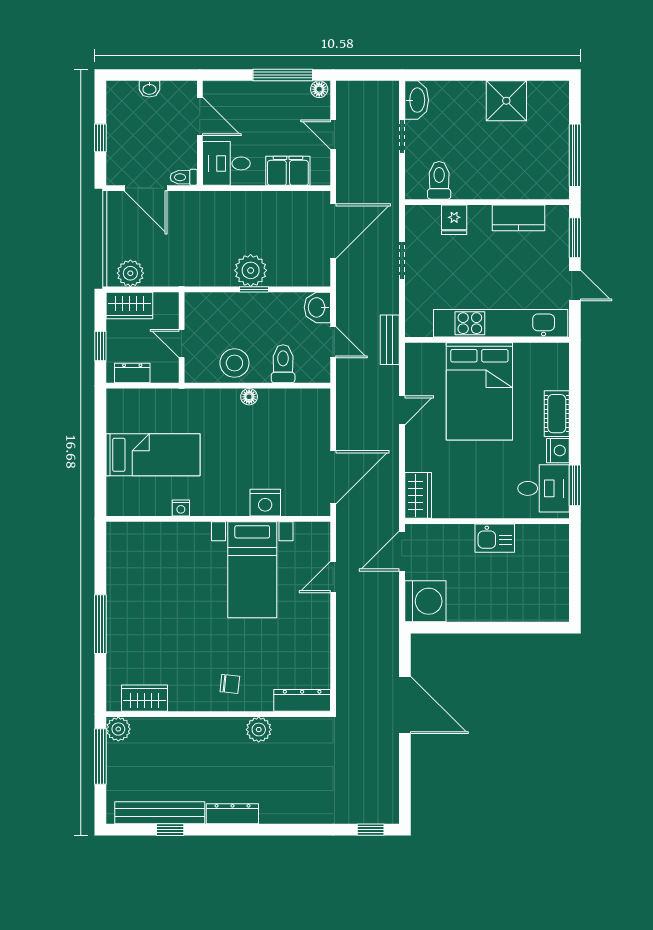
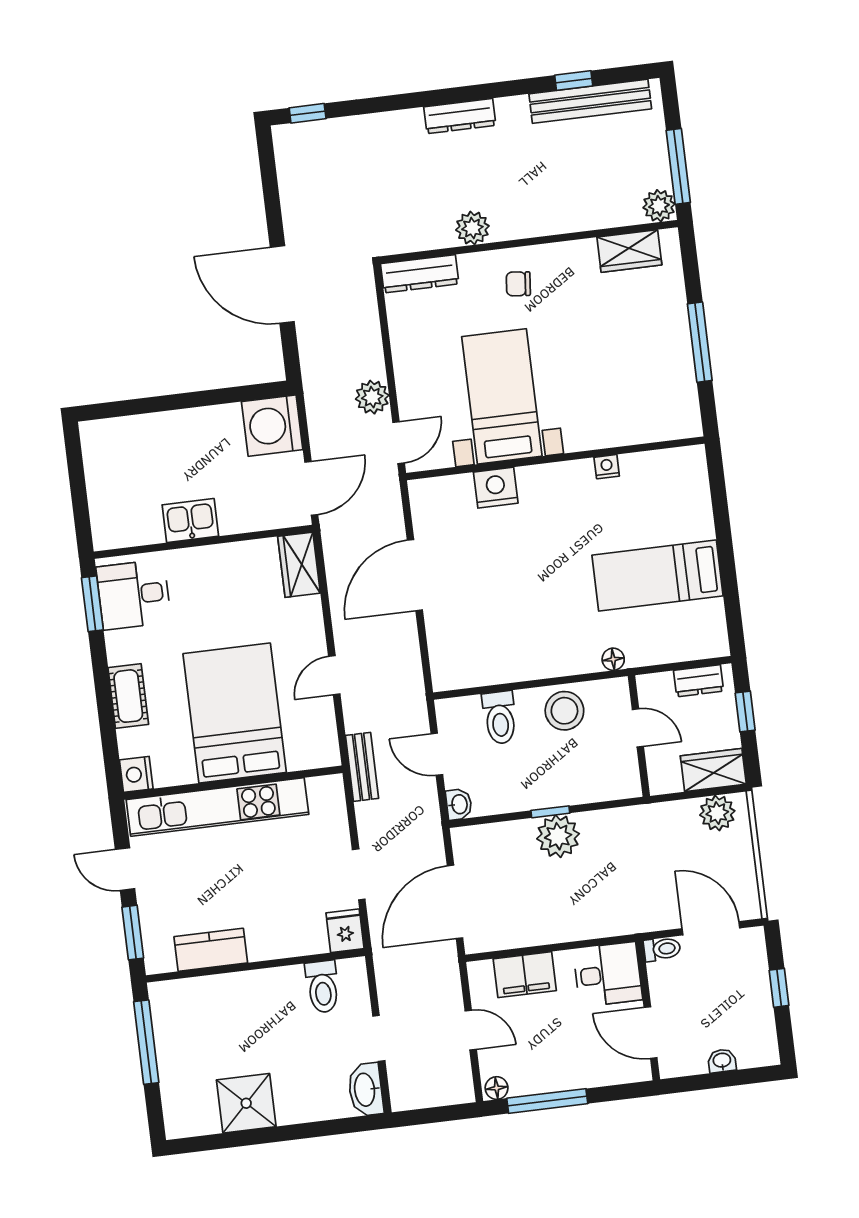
fridge: (454, 220) -> (345, 931), moved
washbasin: (317, 307) -> (459, 804), width x0.72, depth x0.69
floor lamp: (249, 397) -> (613, 659), moved
nightstand: (558, 451) -> (136, 774), moved
nightstand: (265, 503) -> (496, 488), moved
nightstand: (181, 508) -> (607, 467), moved
wall: (218, 519) -> (555, 458), moved
bed with nightstands: (252, 570) -> (502, 396), moved
plant: (349, 613) -> (372, 397), added
dresser: (232, 814) -> (460, 116), moved

